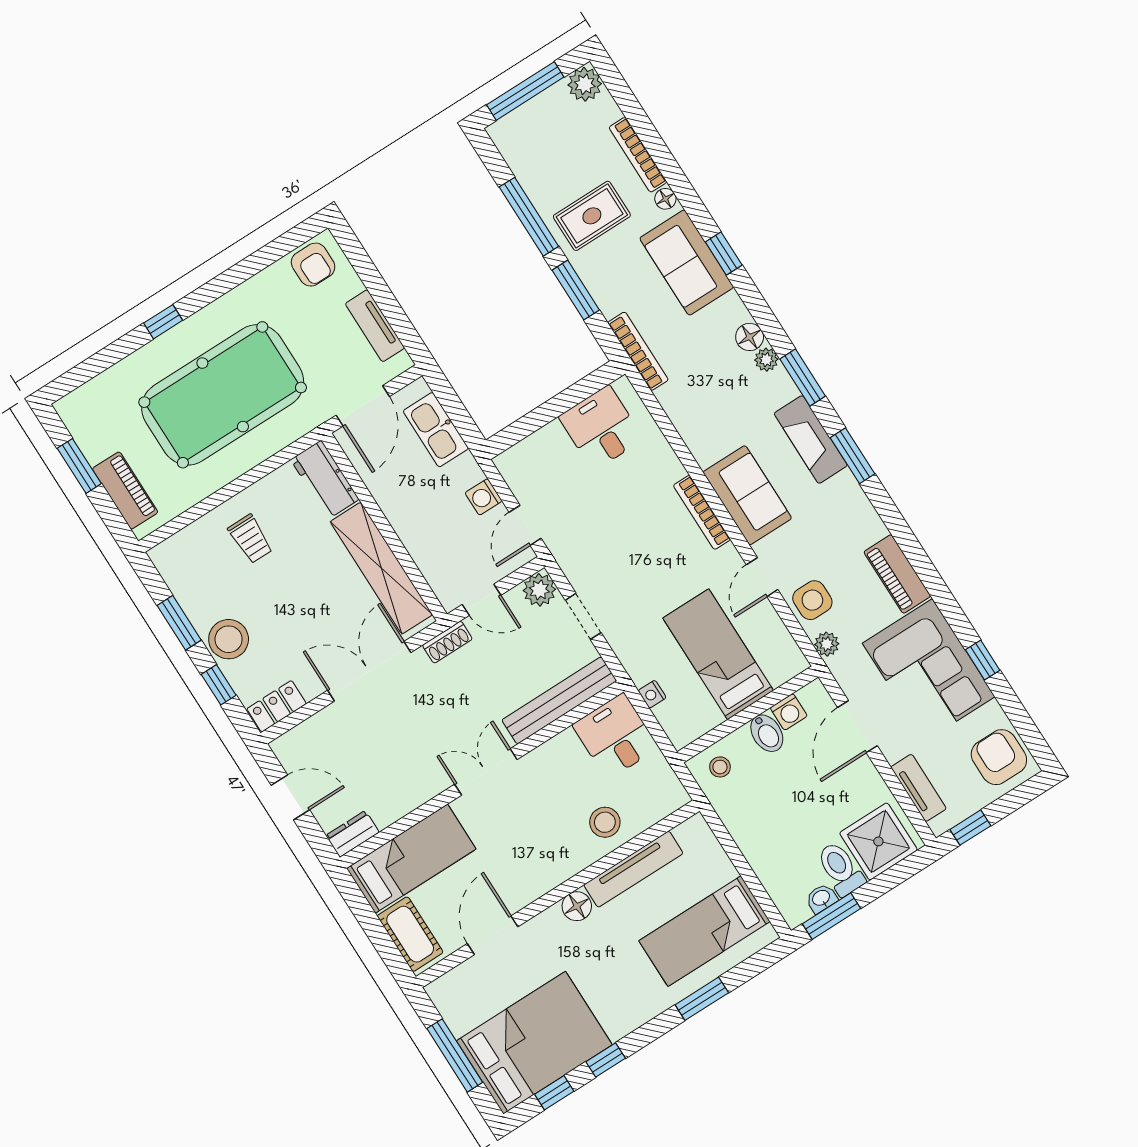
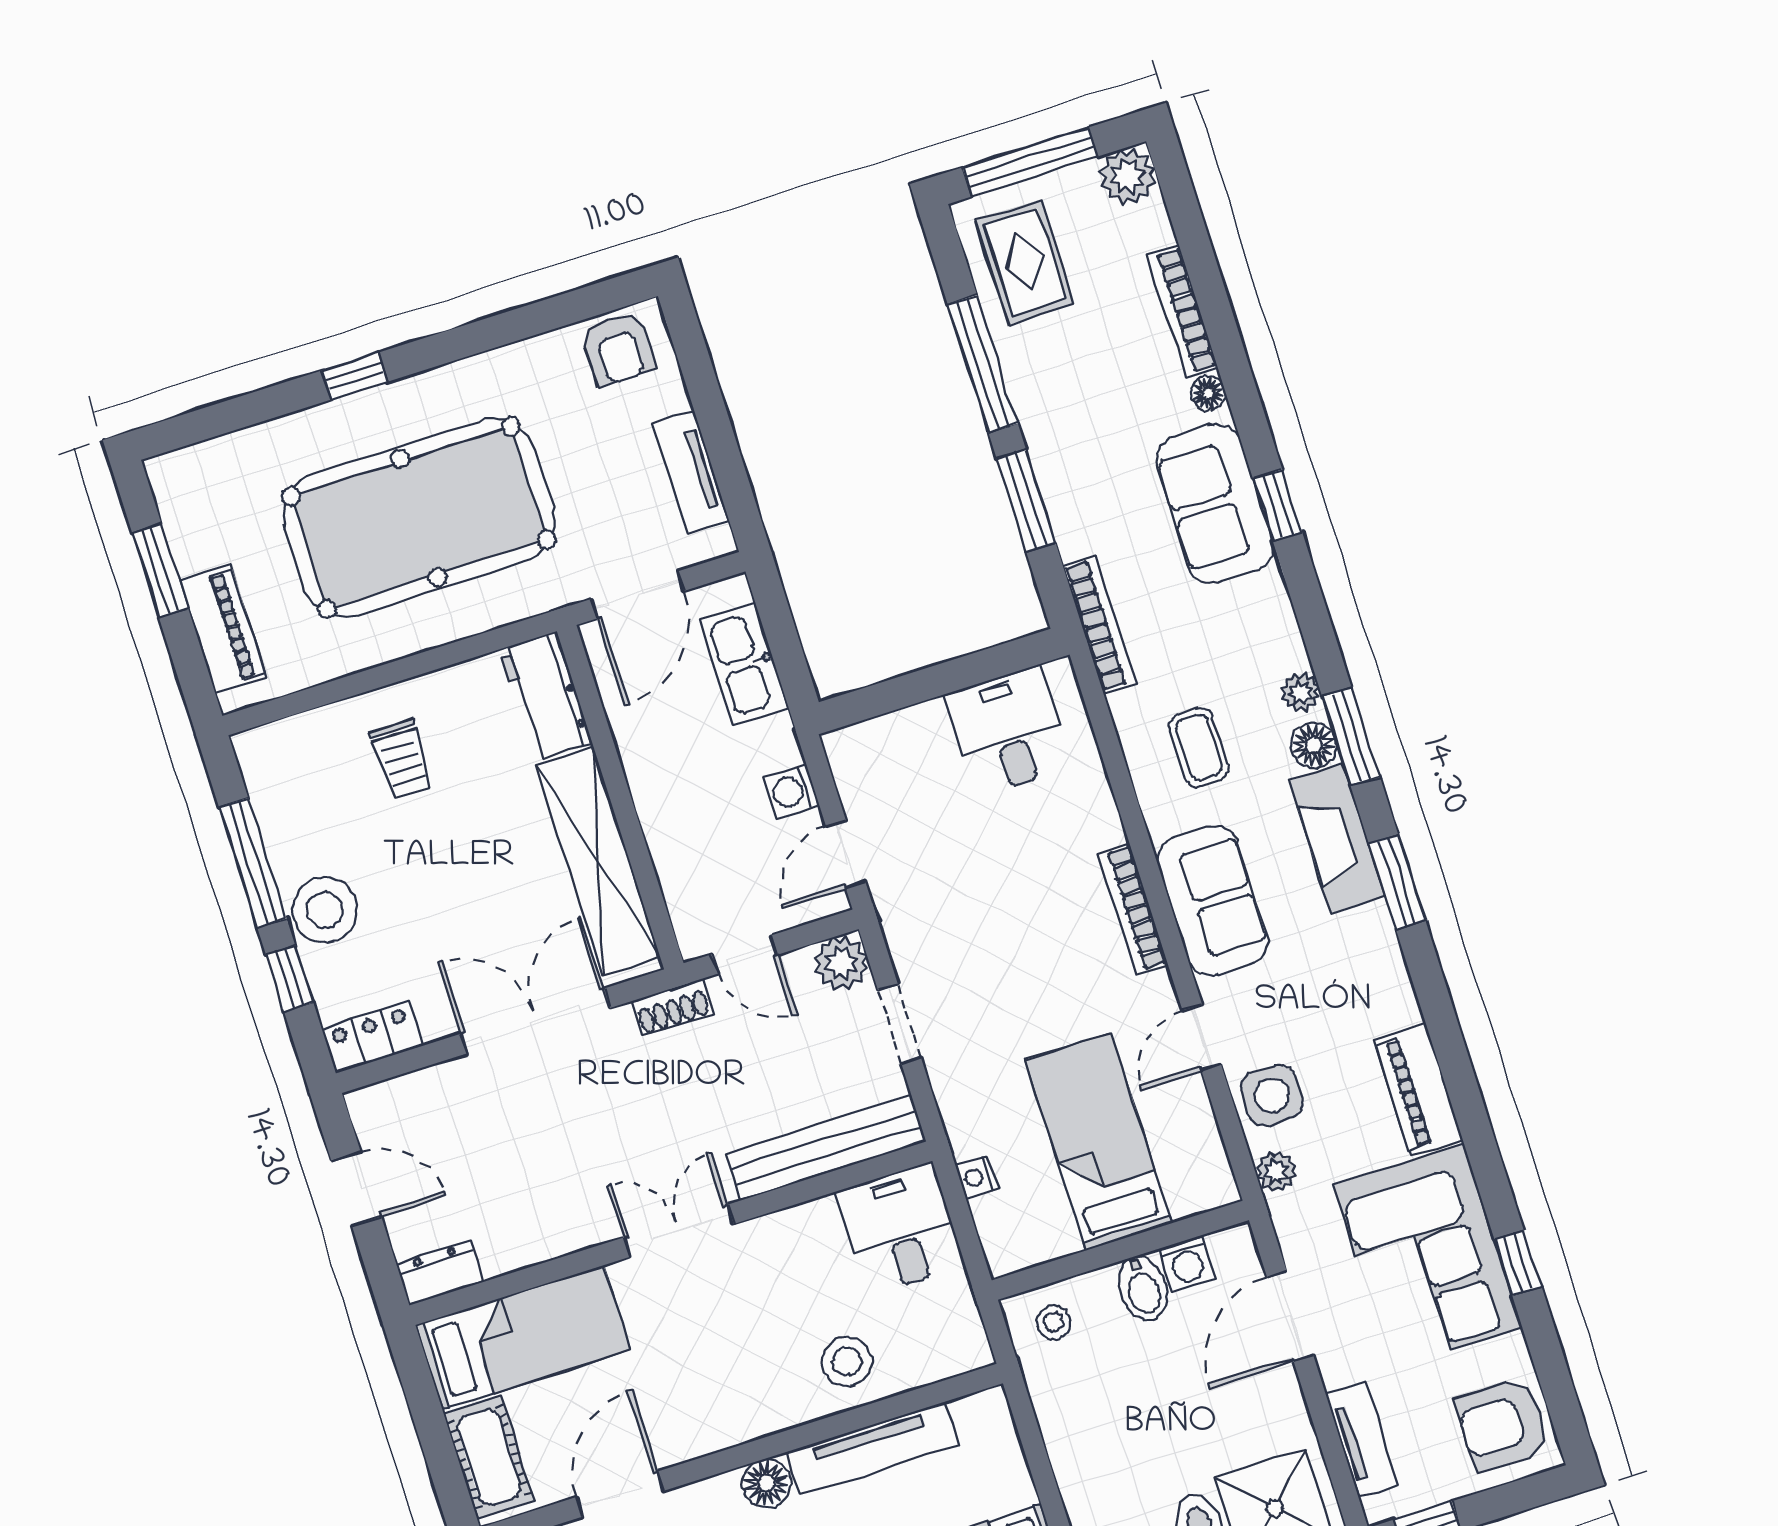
rug: (592, 216) -> (1025, 262), moved, turned 90
floor lamp: (750, 337) -> (1314, 745), moved
coffee table: (715, 408) -> (1199, 747), added
window: (179, 623) -> (253, 863), width x1.44
armchair: (999, 757) -> (1503, 1425), turned -90

